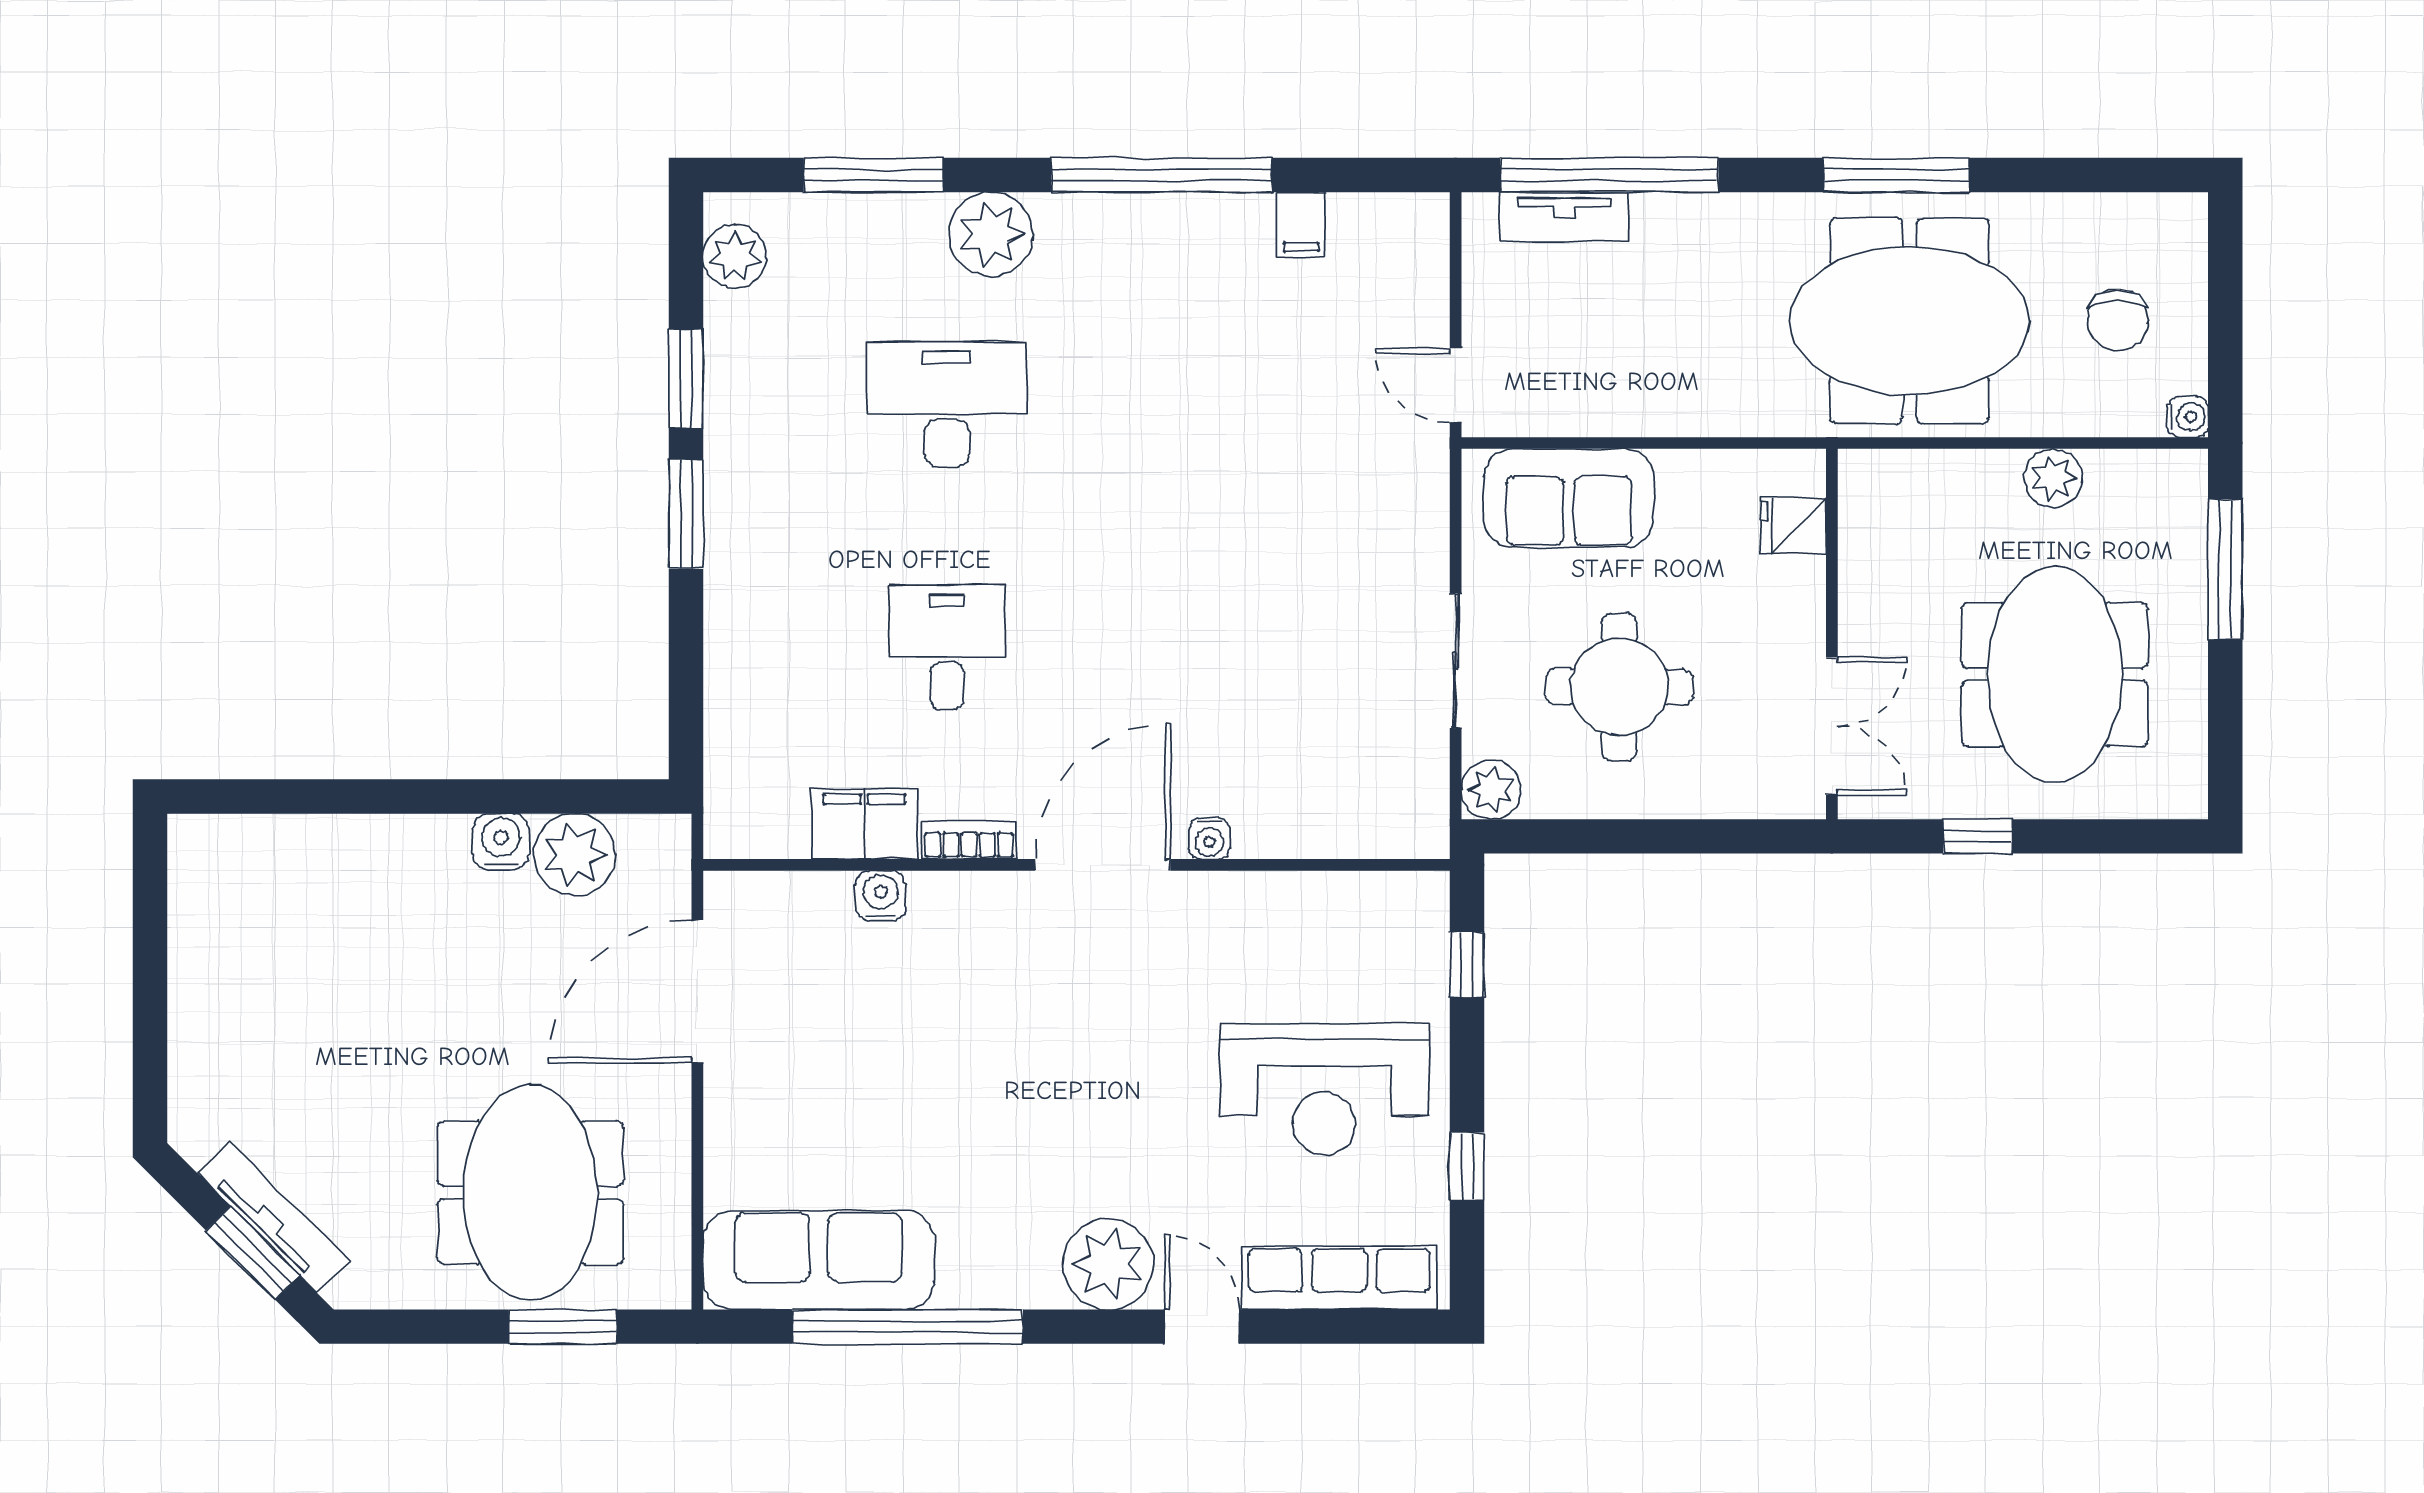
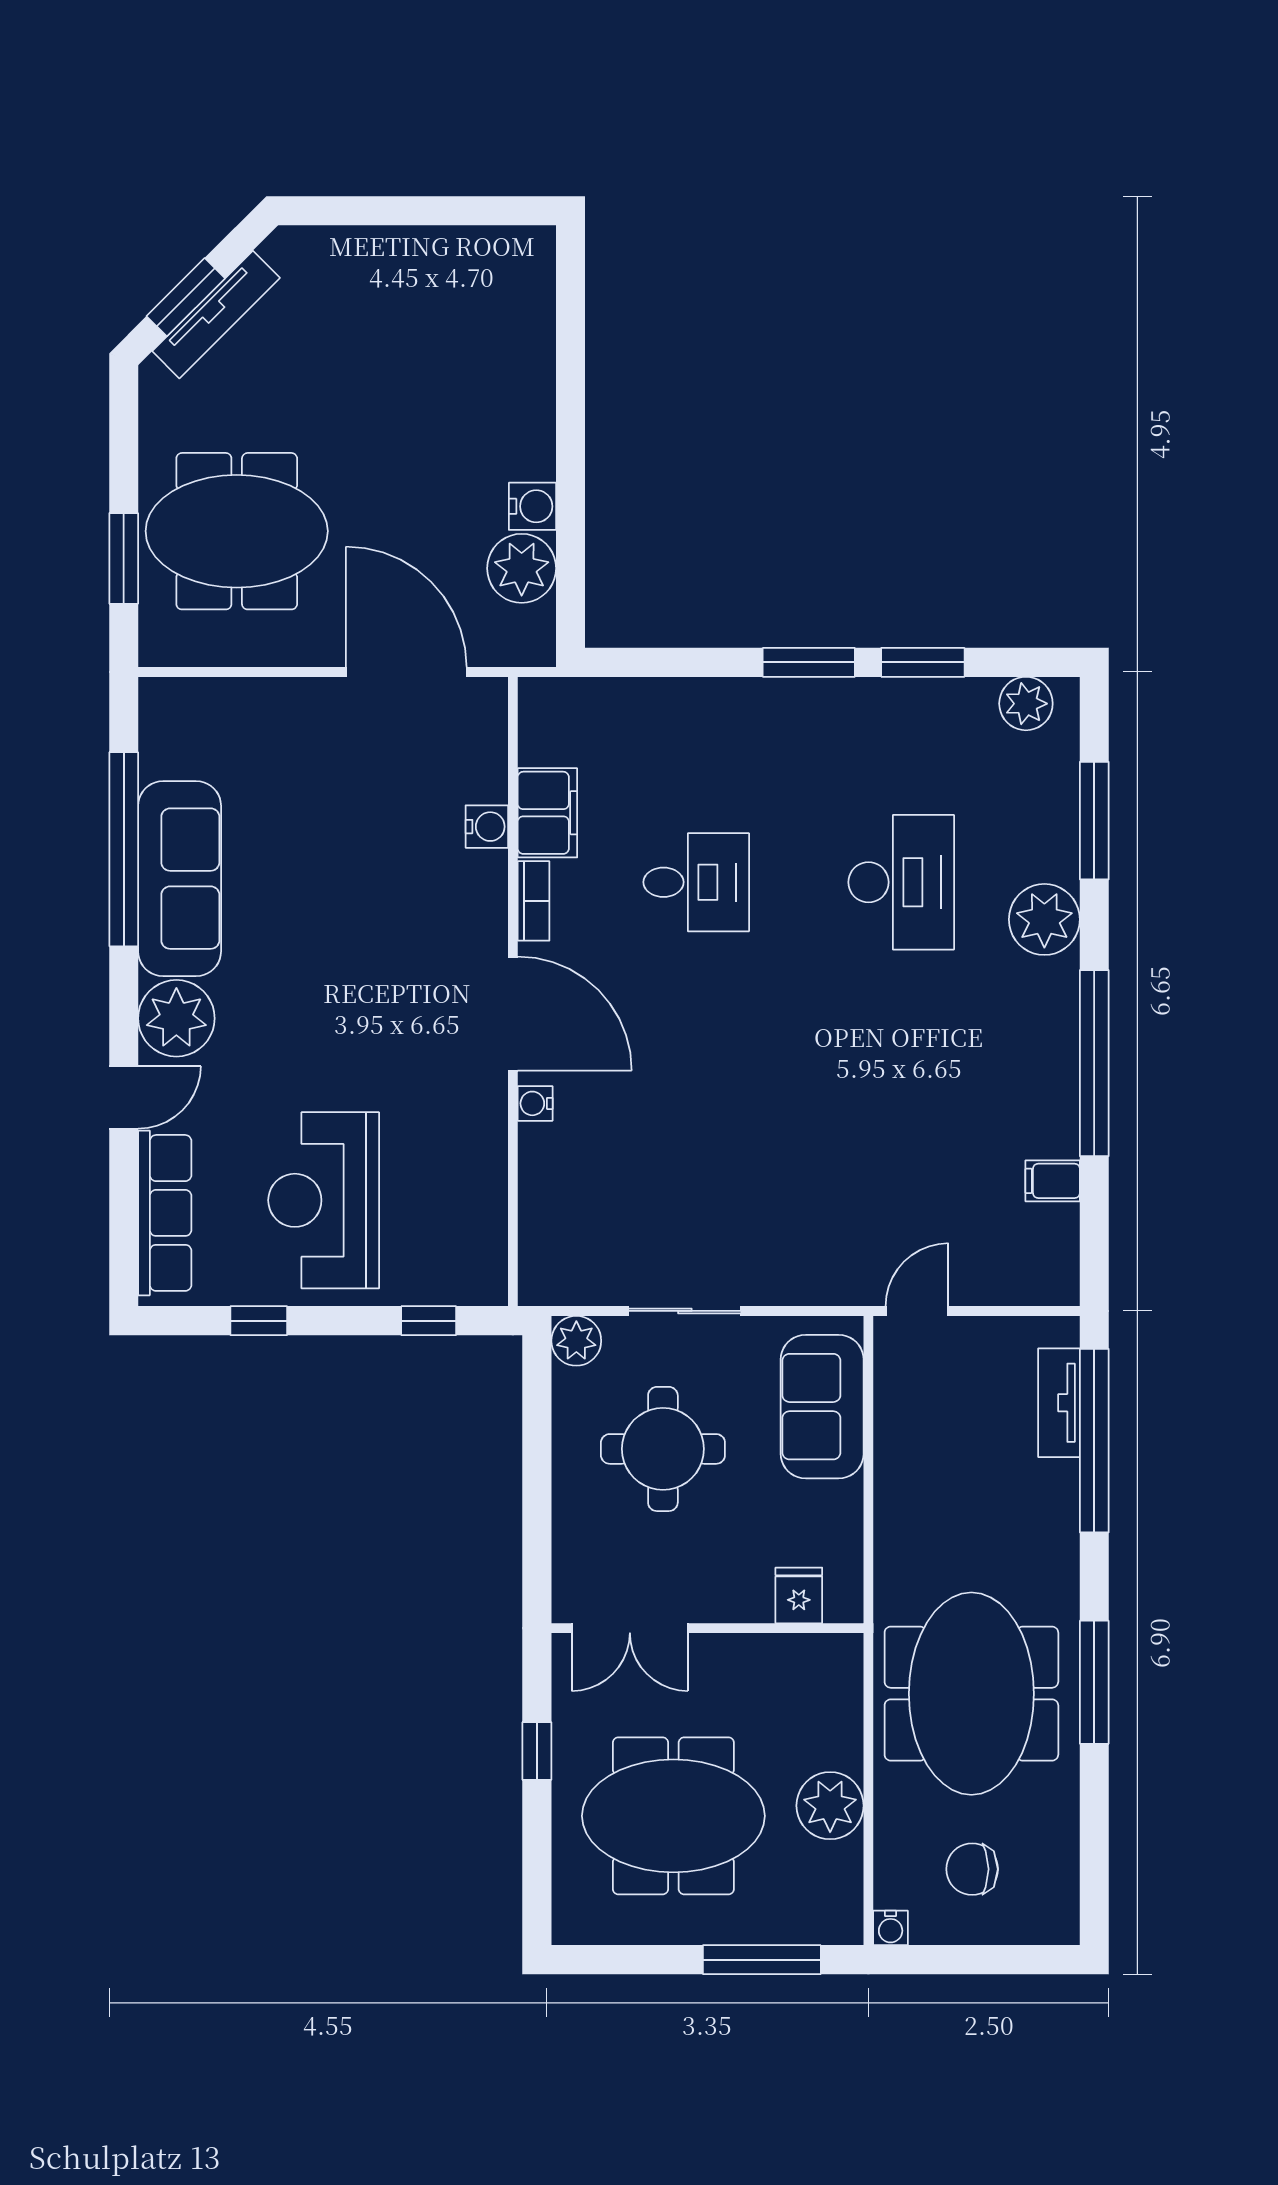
plant: (2053, 478) -> (830, 1806), width x1.36, depth x1.36
sofa: (819, 1260) -> (180, 879), moved

